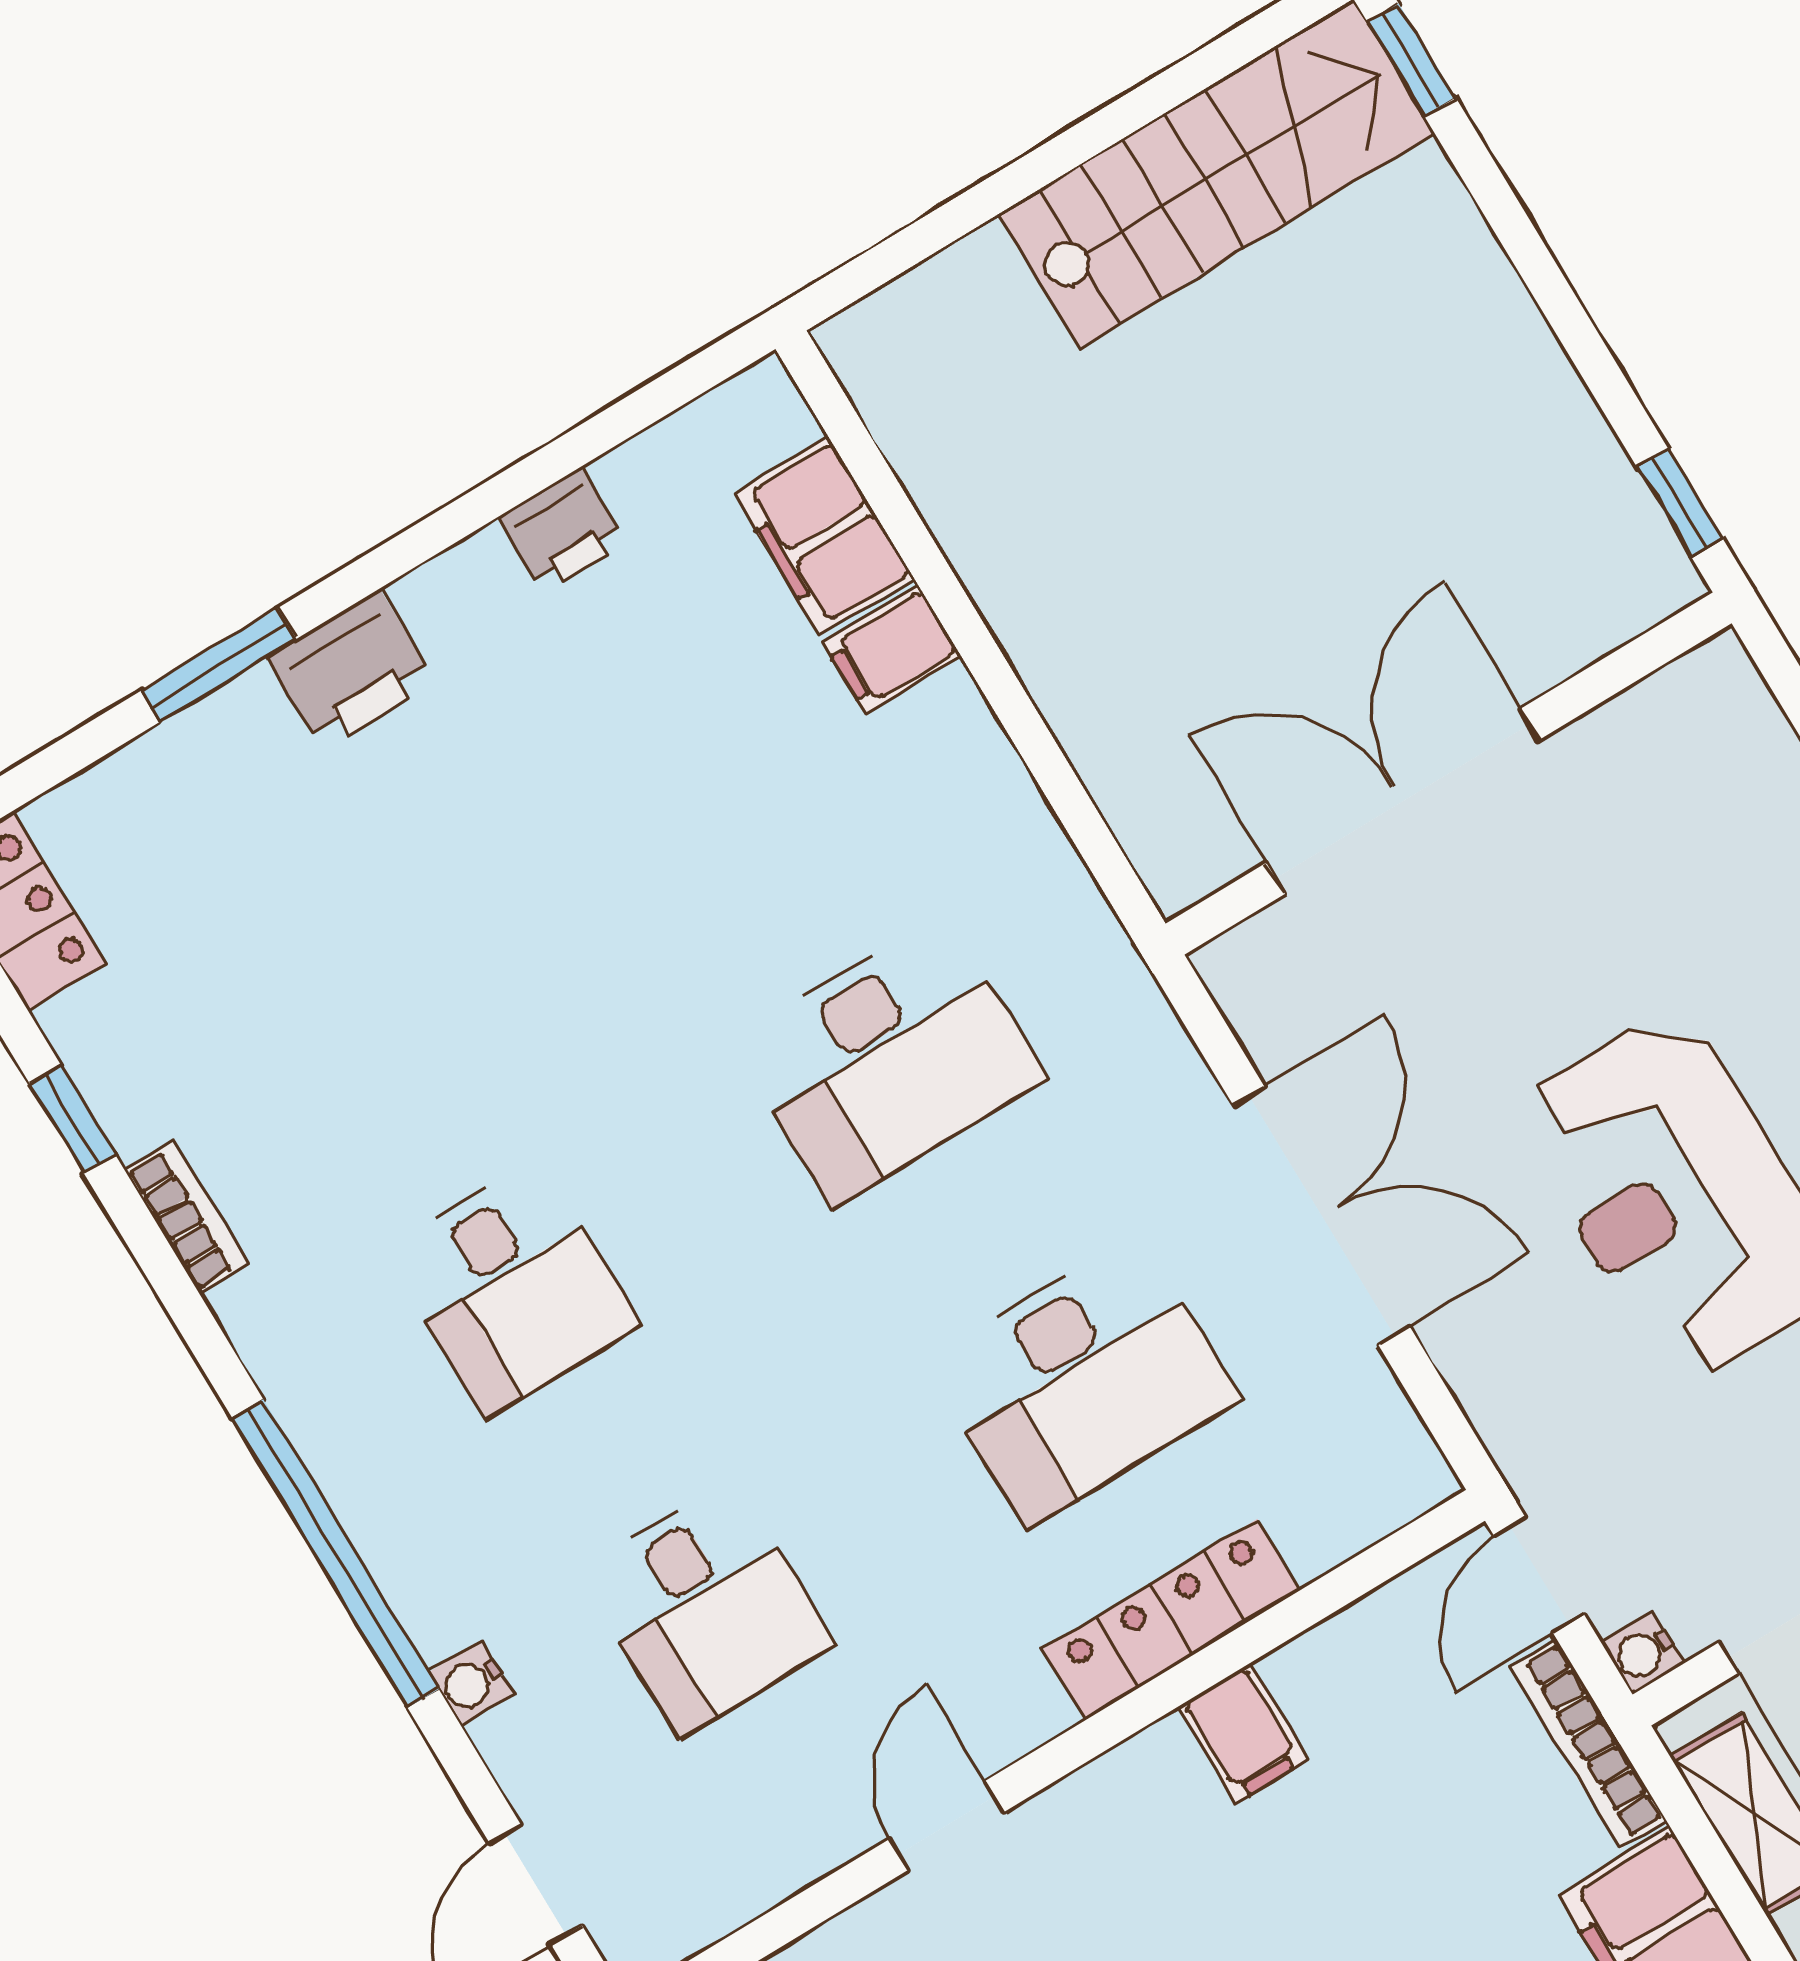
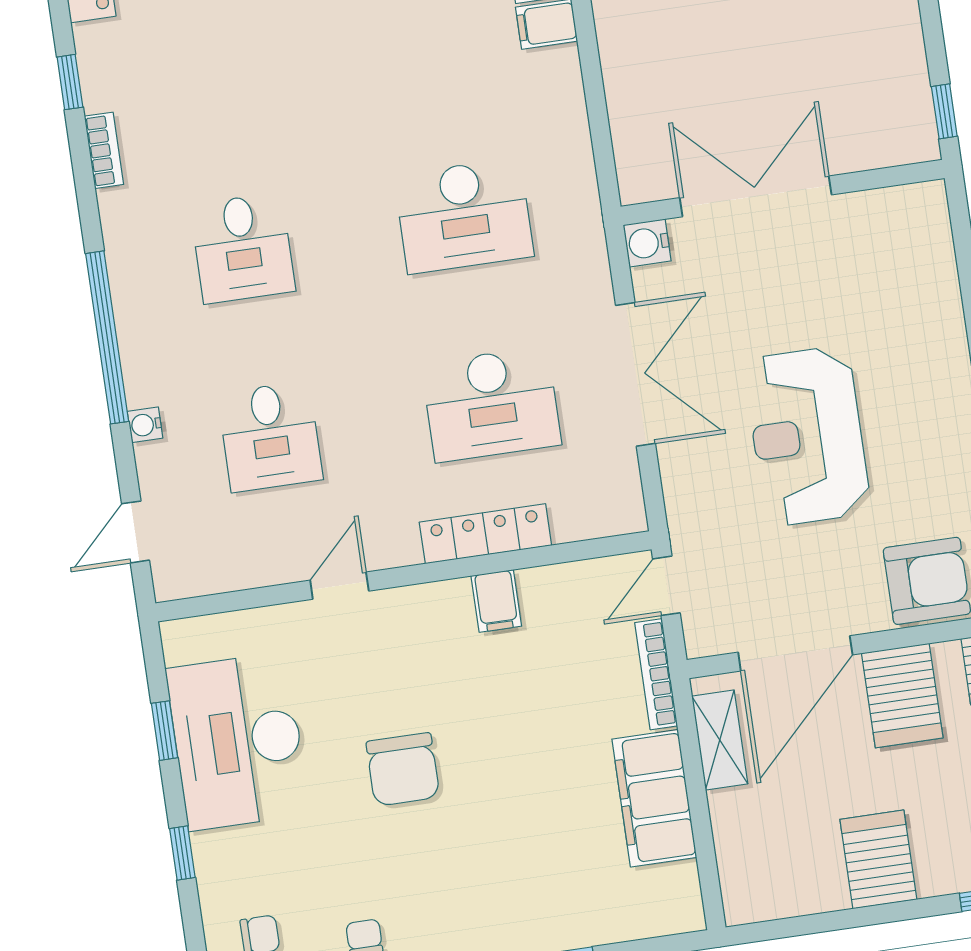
water cooler: (1643, 1653) -> (647, 243), moved, width x1.38, depth x1.38

